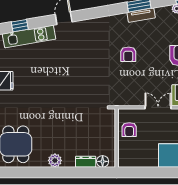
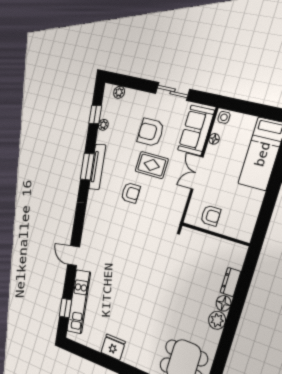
tv unit: (141, 15) -> (97, 167), width x1.41
rug: (155, 66) -> (152, 165), added
floor lamp: (103, 161) -> (224, 303), moved

